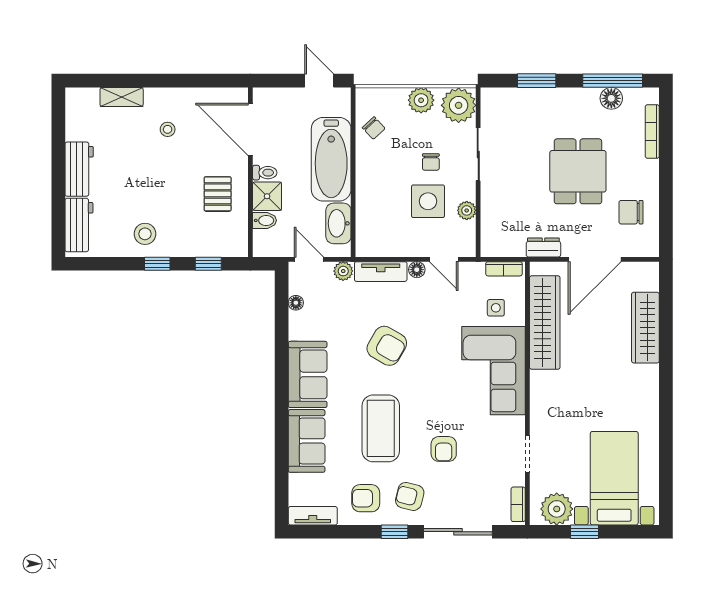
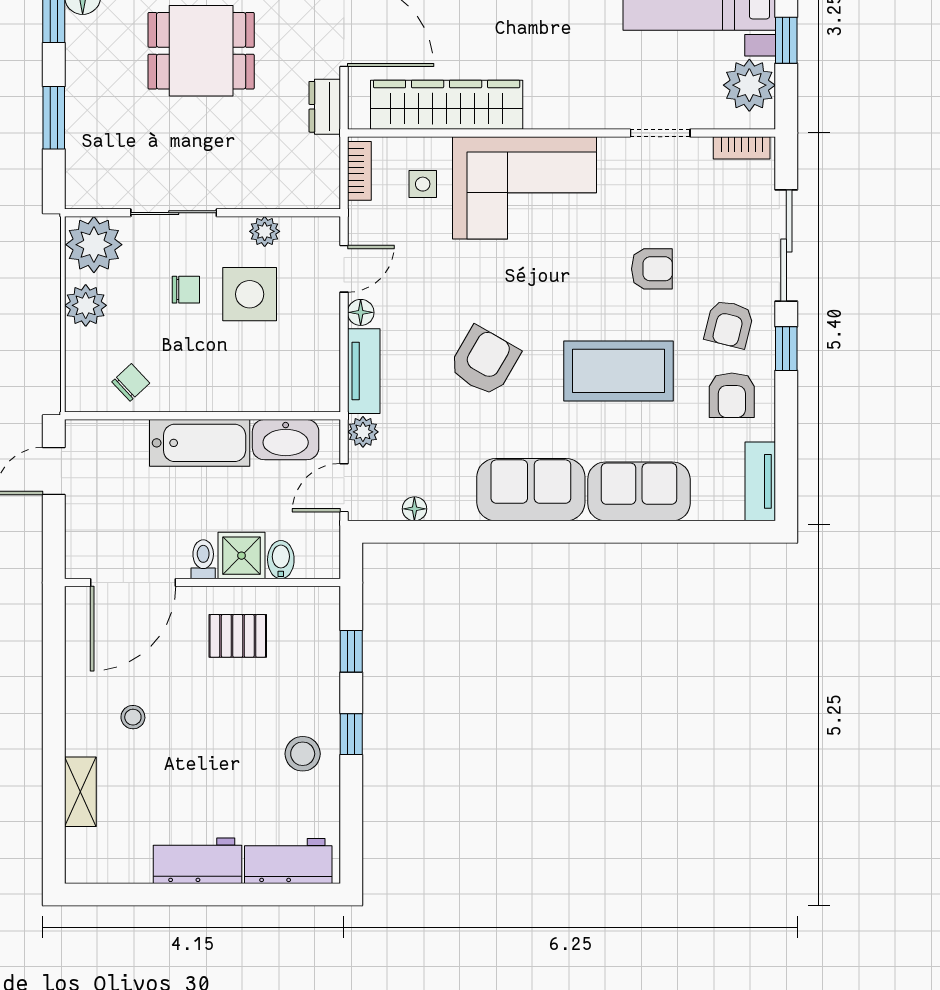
bathtub: (331, 159) -> (200, 443), width x0.73, depth x0.73

